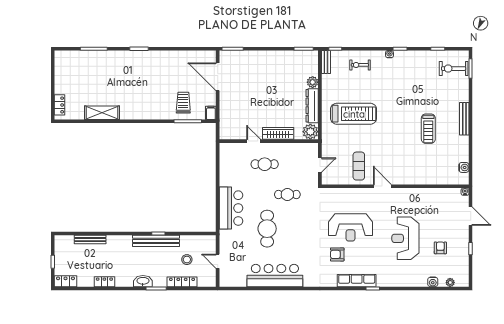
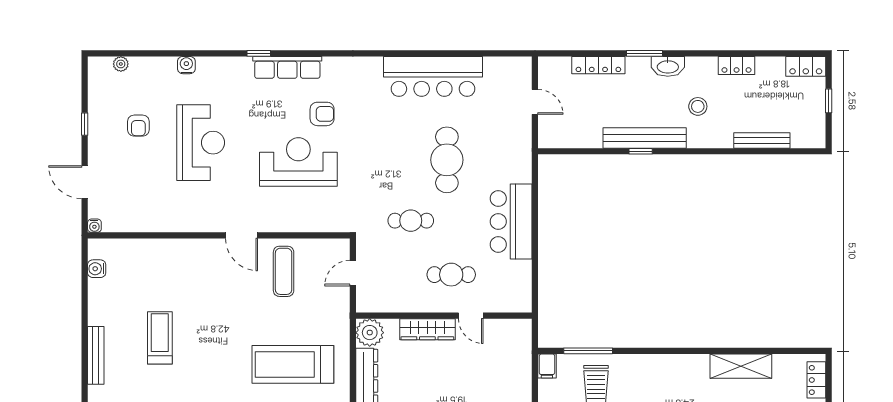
bar counter: (231, 208) -> (511, 222), moved
stool: (187, 260) -> (698, 106), moved
water cooler: (433, 282) -> (186, 65), moved

